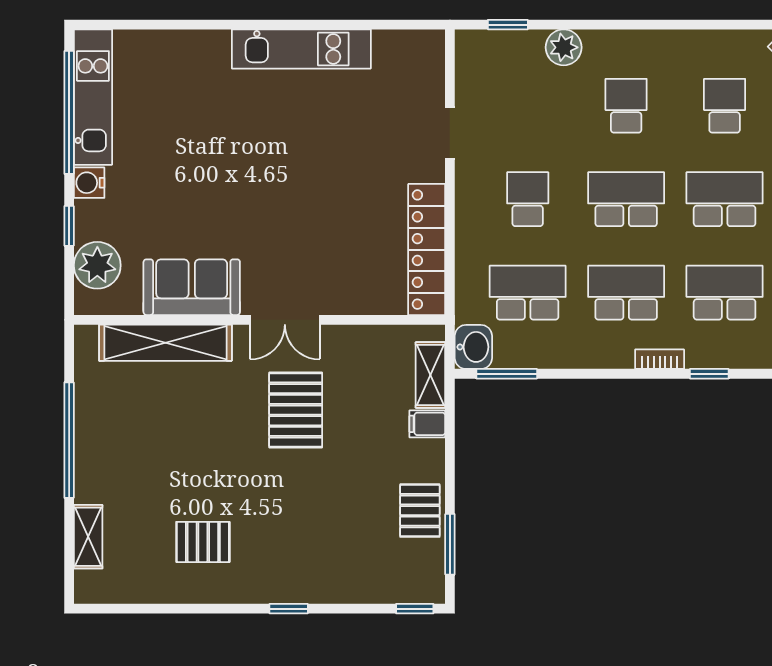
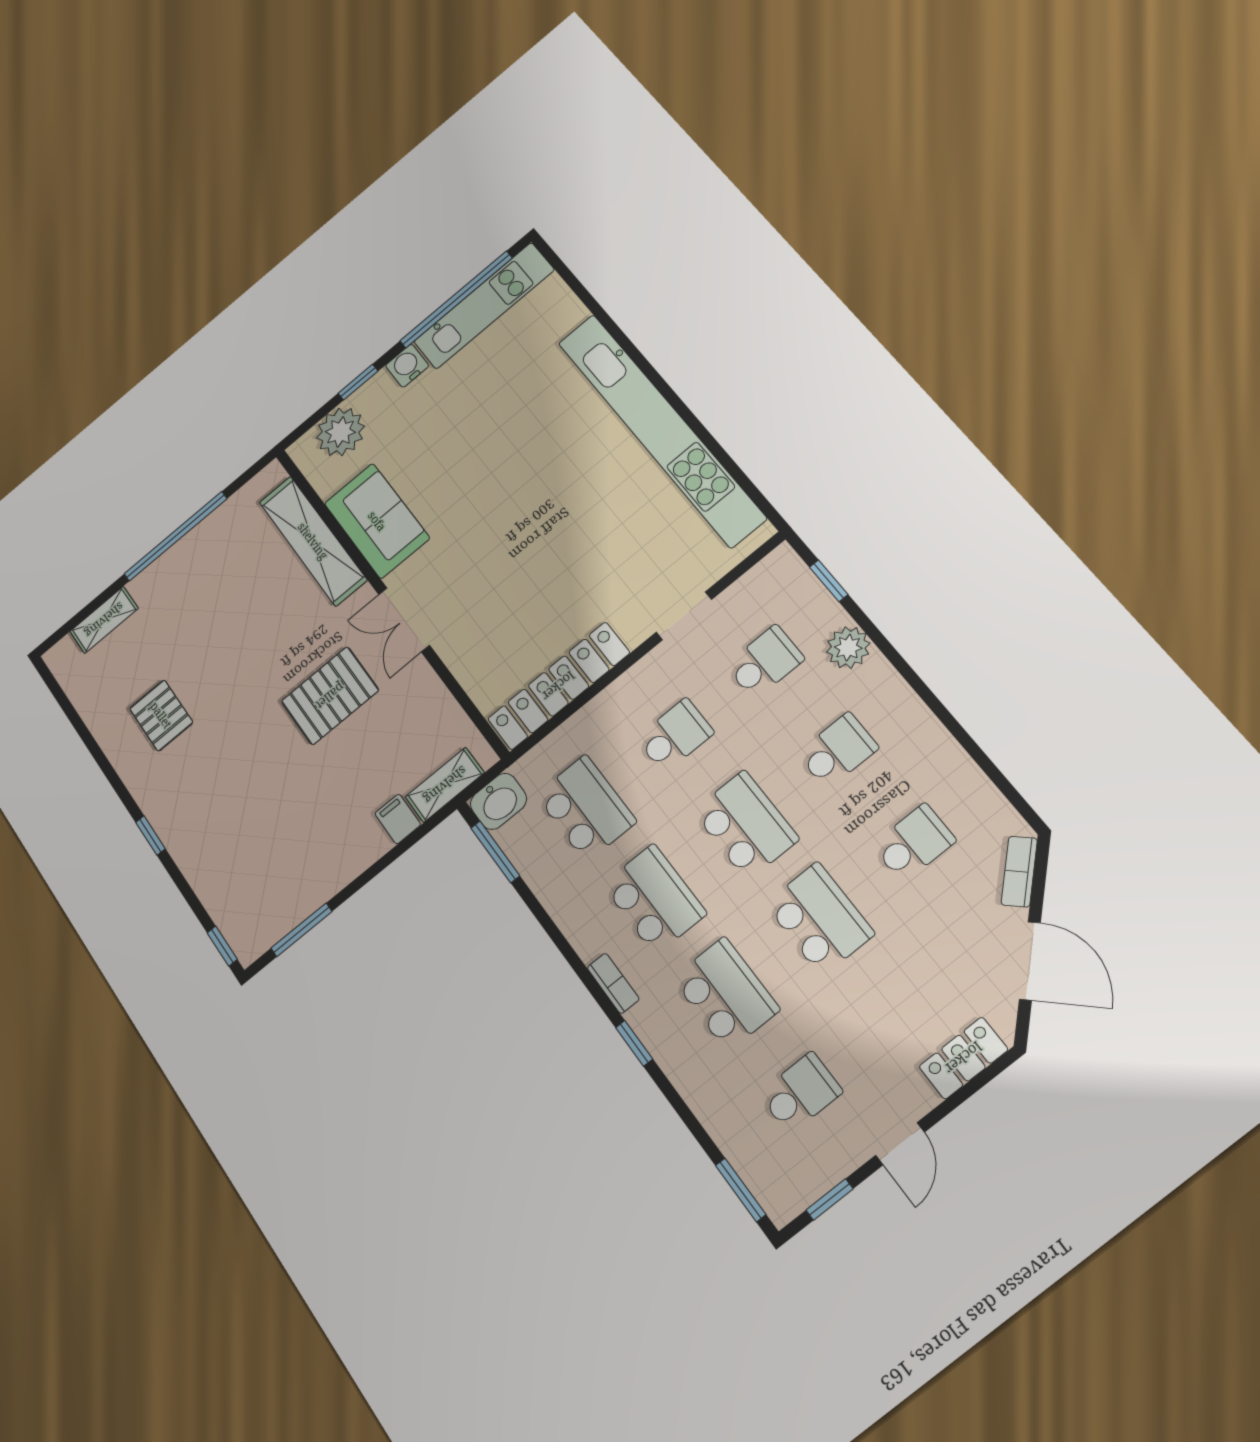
kitchen unit: (301, 49) -> (660, 429), width x1.86
school desk: (528, 106) -> (765, 662), added
pallet: (420, 511) -> (314, 878), removed

